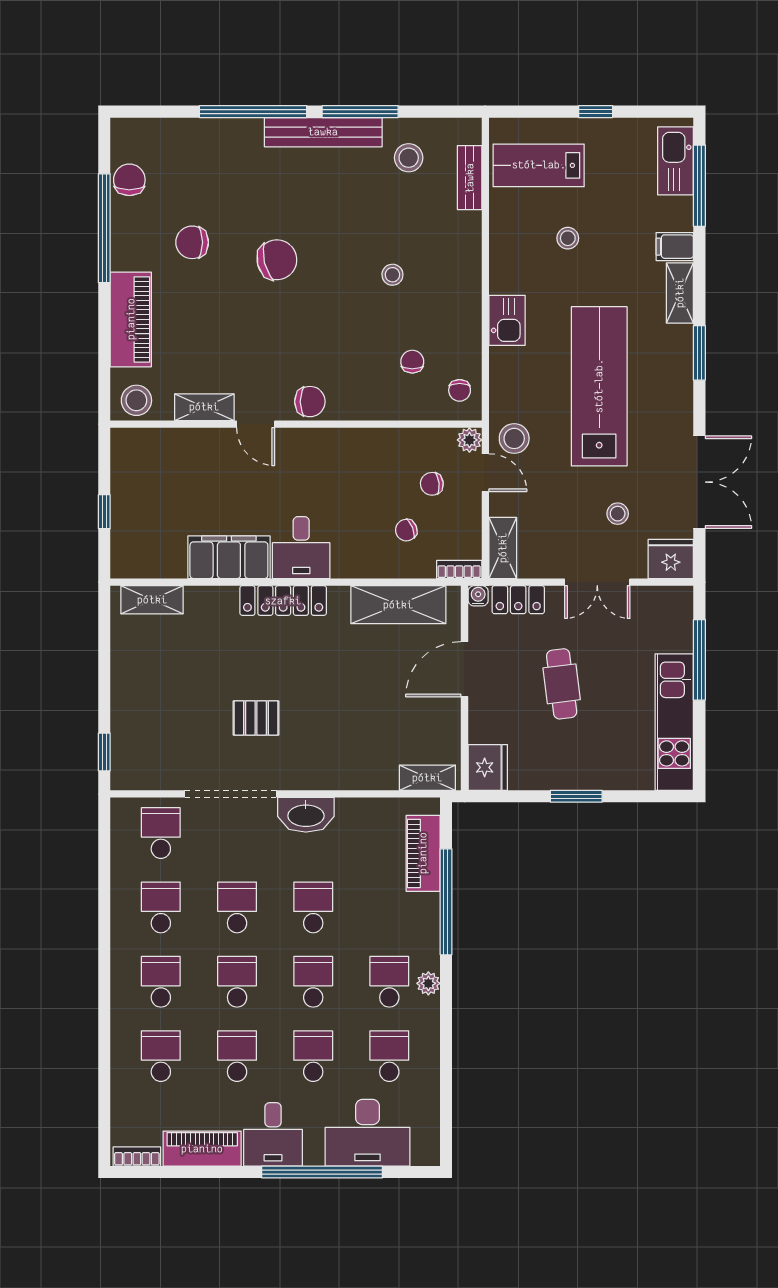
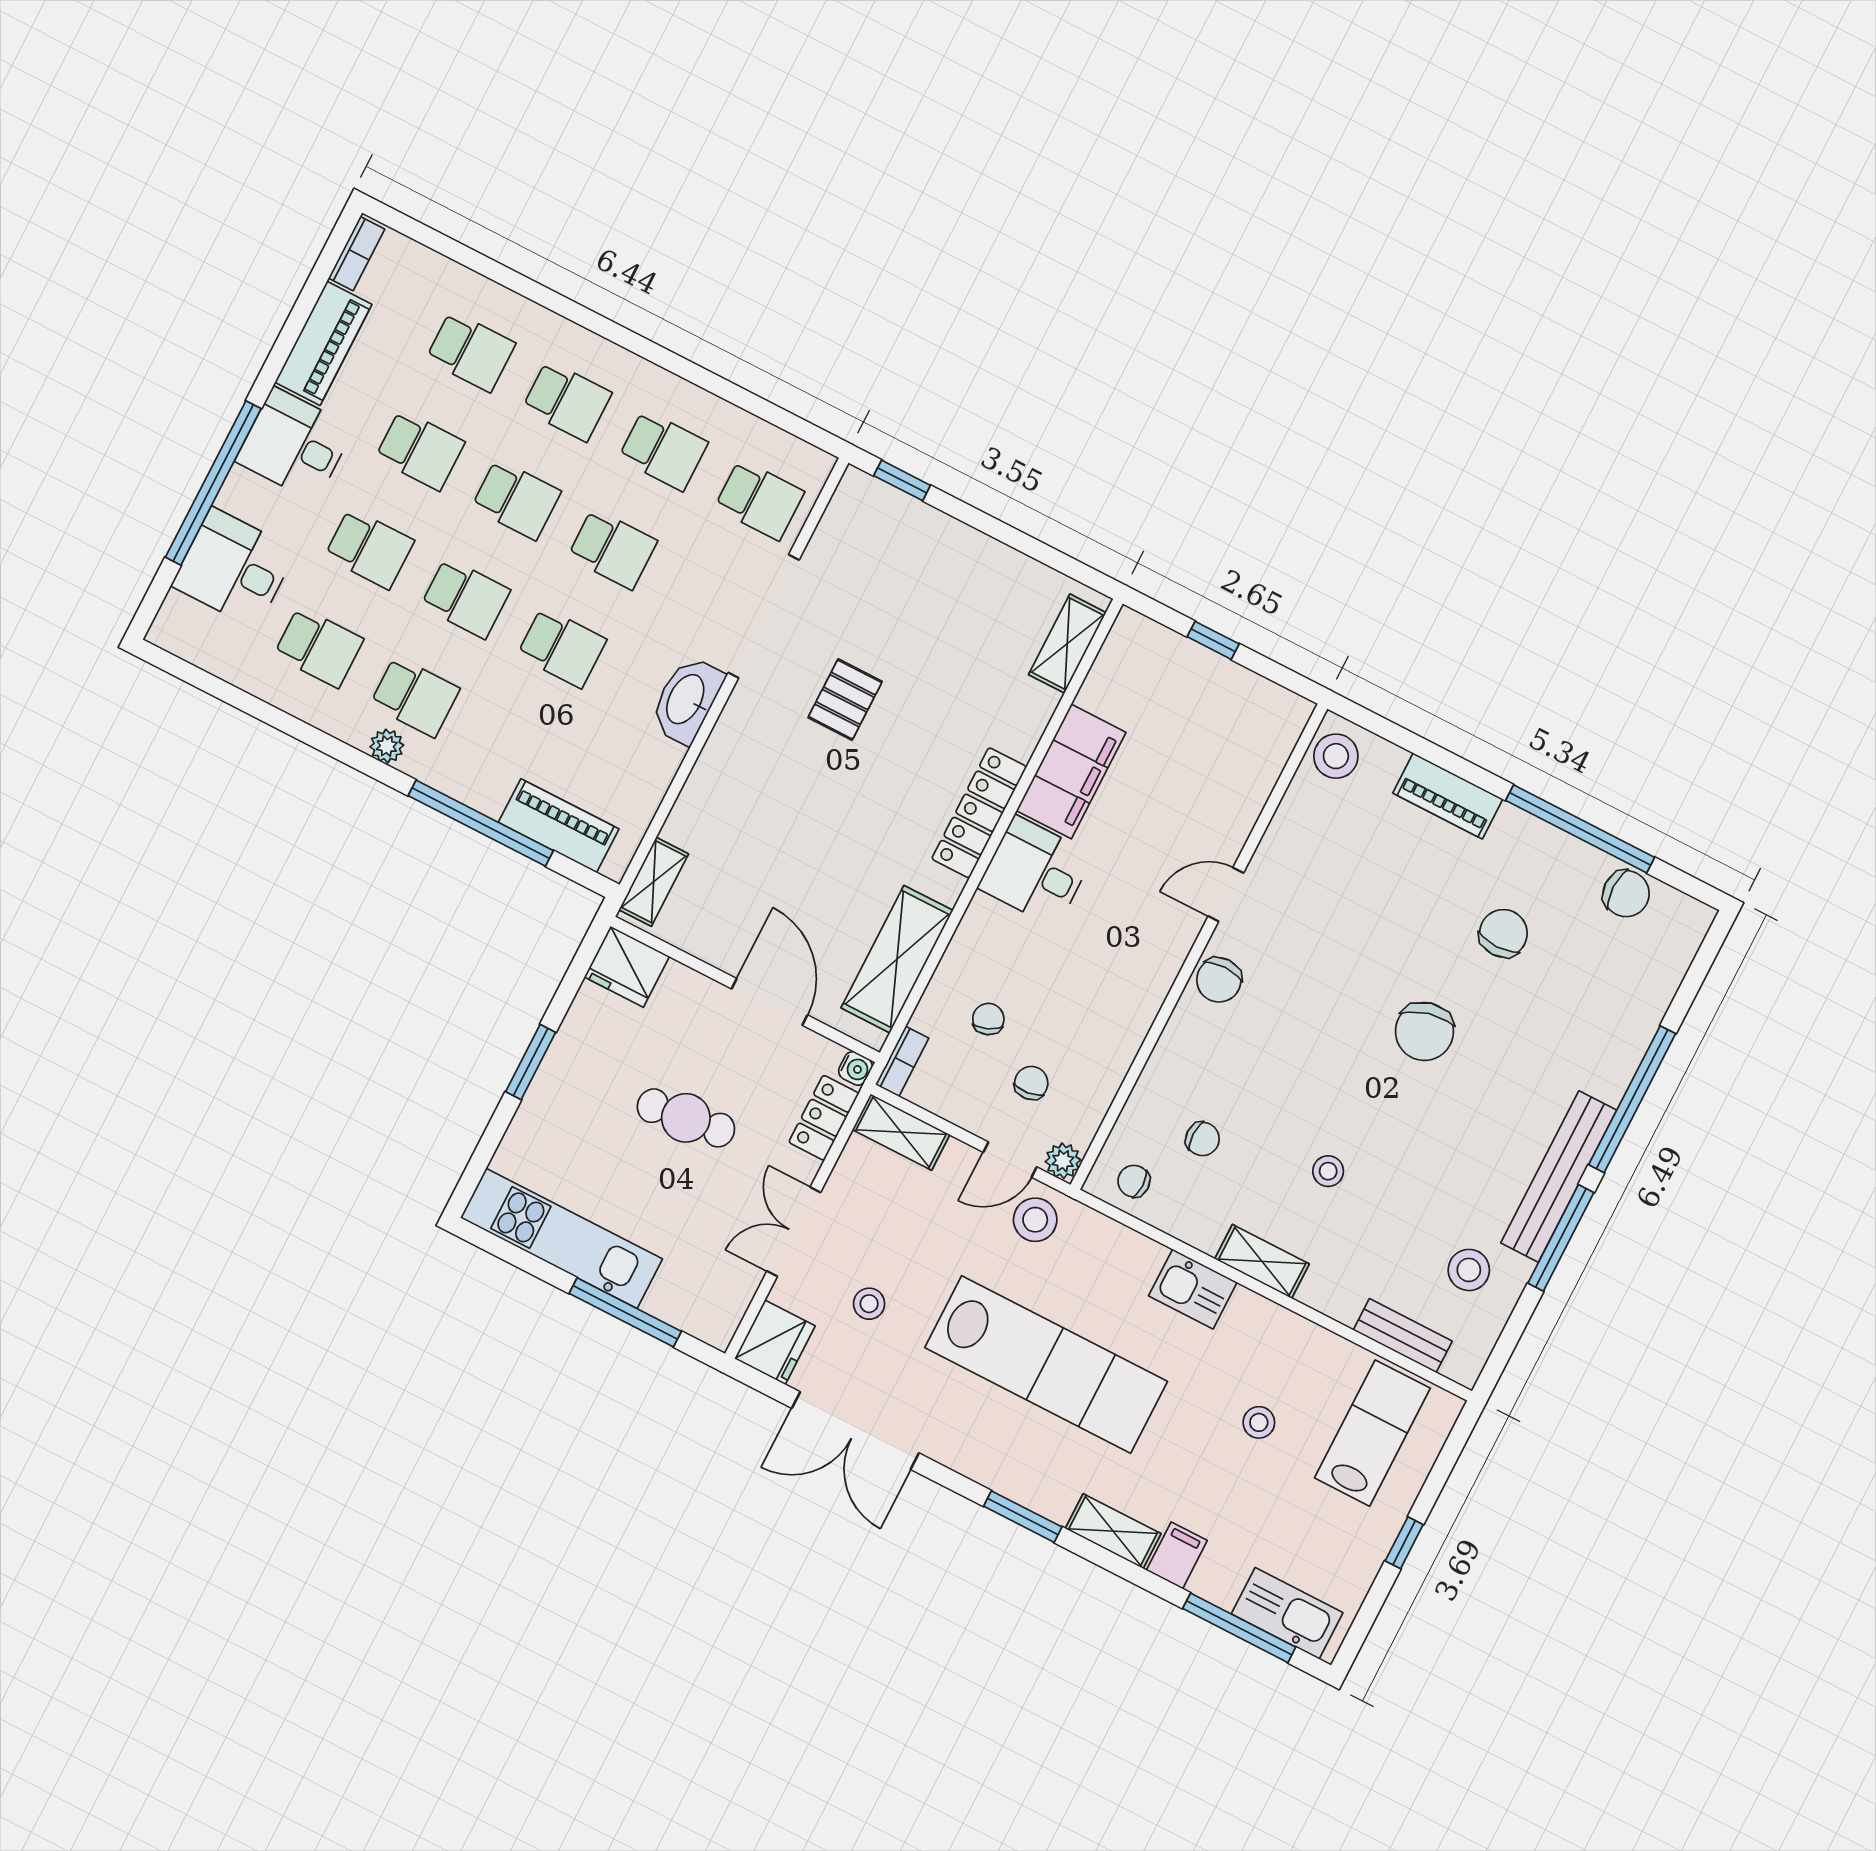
piano: (131, 319) -> (1448, 796), width x0.73, depth x0.75
shelving: (204, 407) -> (1262, 1261), moved, turned 90
desk: (367, 1133) -> (234, 568), width x0.73

